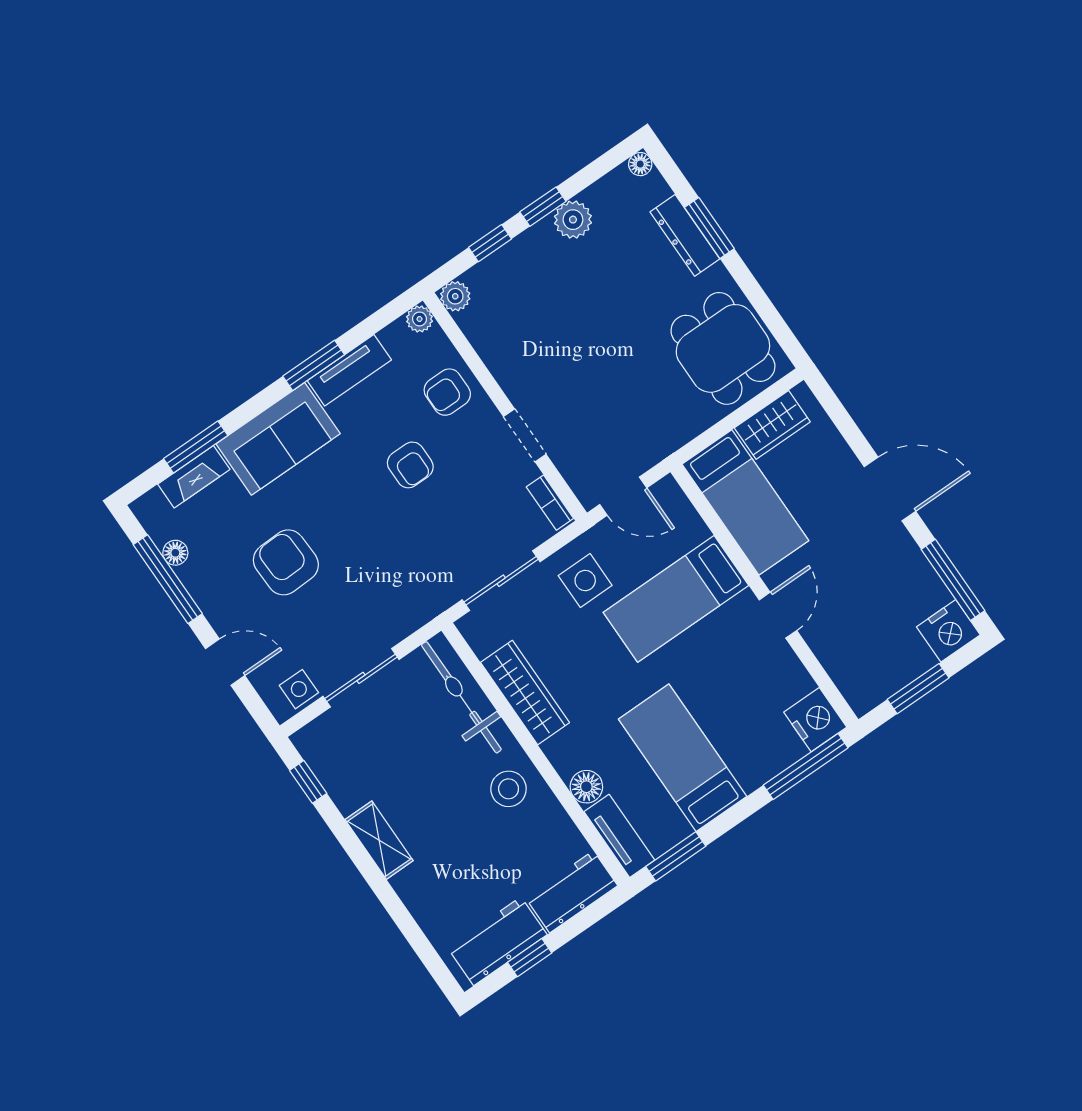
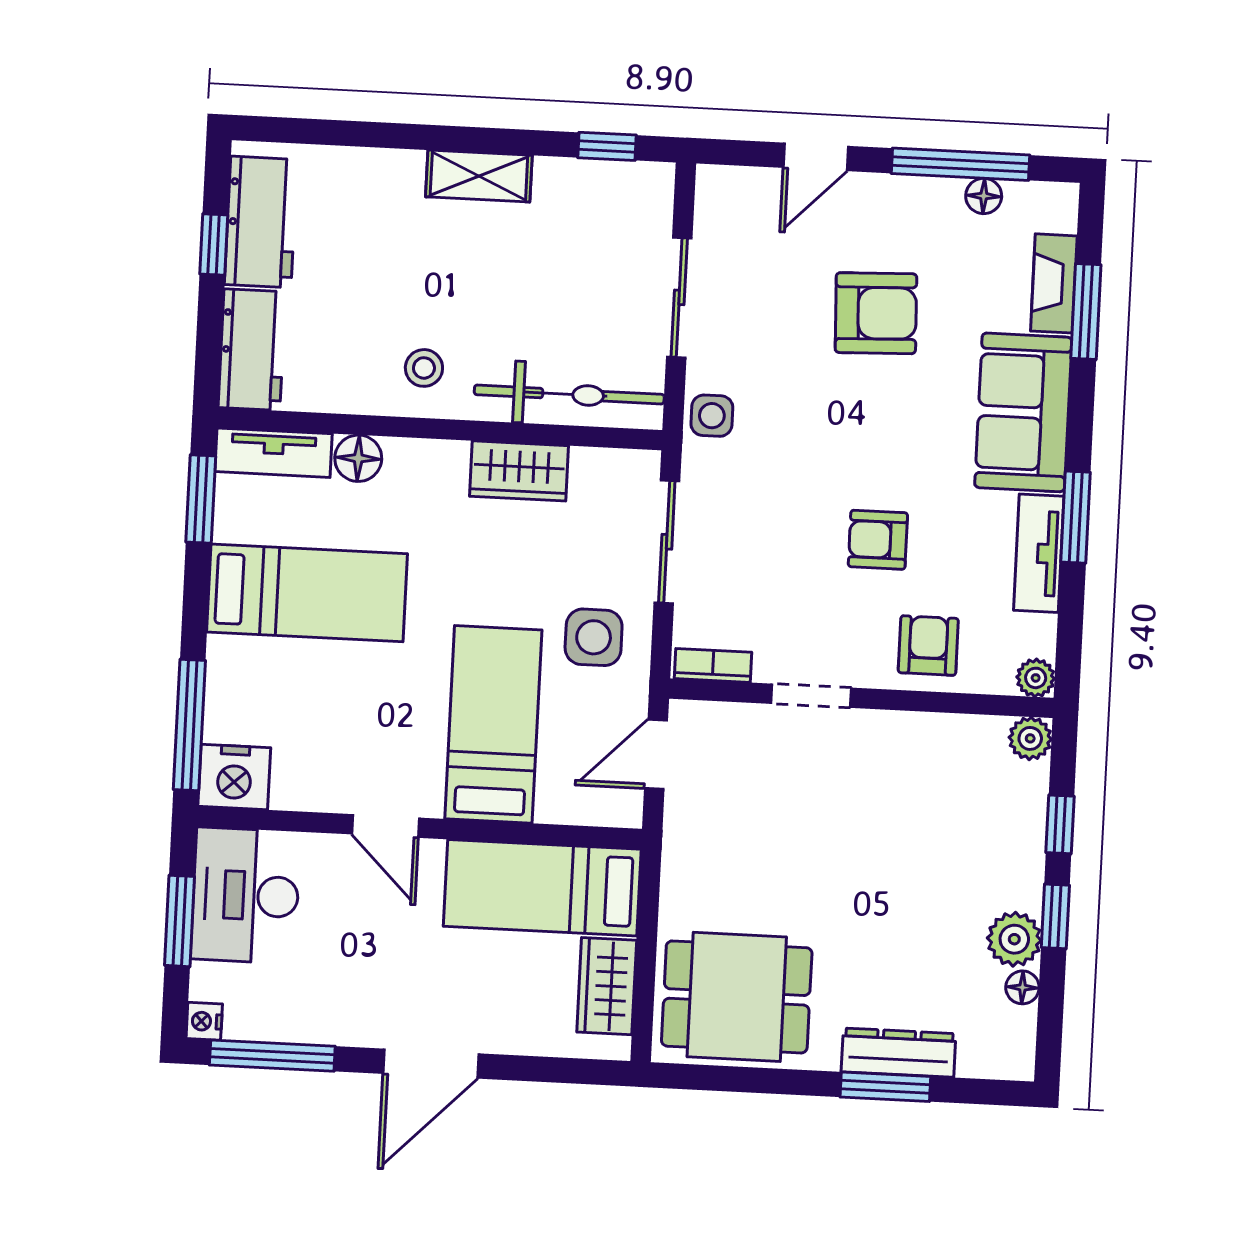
floor lamp: (640, 164) -> (1022, 987), moved
nightstand: (948, 631) -> (204, 1021), width x0.53, depth x0.56
desk: (876, 663) -> (246, 895), added
side table: (299, 689) -> (712, 416), moved
wardrobe: (525, 693) -> (519, 471), width x0.67
stool: (509, 789) -> (424, 368), width x0.73, depth x0.73

